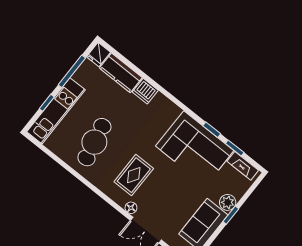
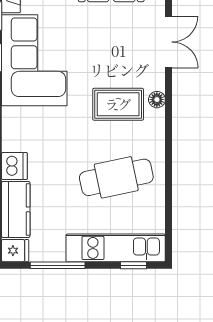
window: (47, 103) -> (134, 265), moved
floor lamp: (131, 208) -> (157, 100), moved

